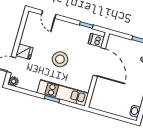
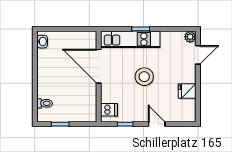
door: (49, 14) -> (157, 124), moved
fridge: (24, 52) -> (187, 91), moved
door: (99, 62) -> (99, 66), moved

